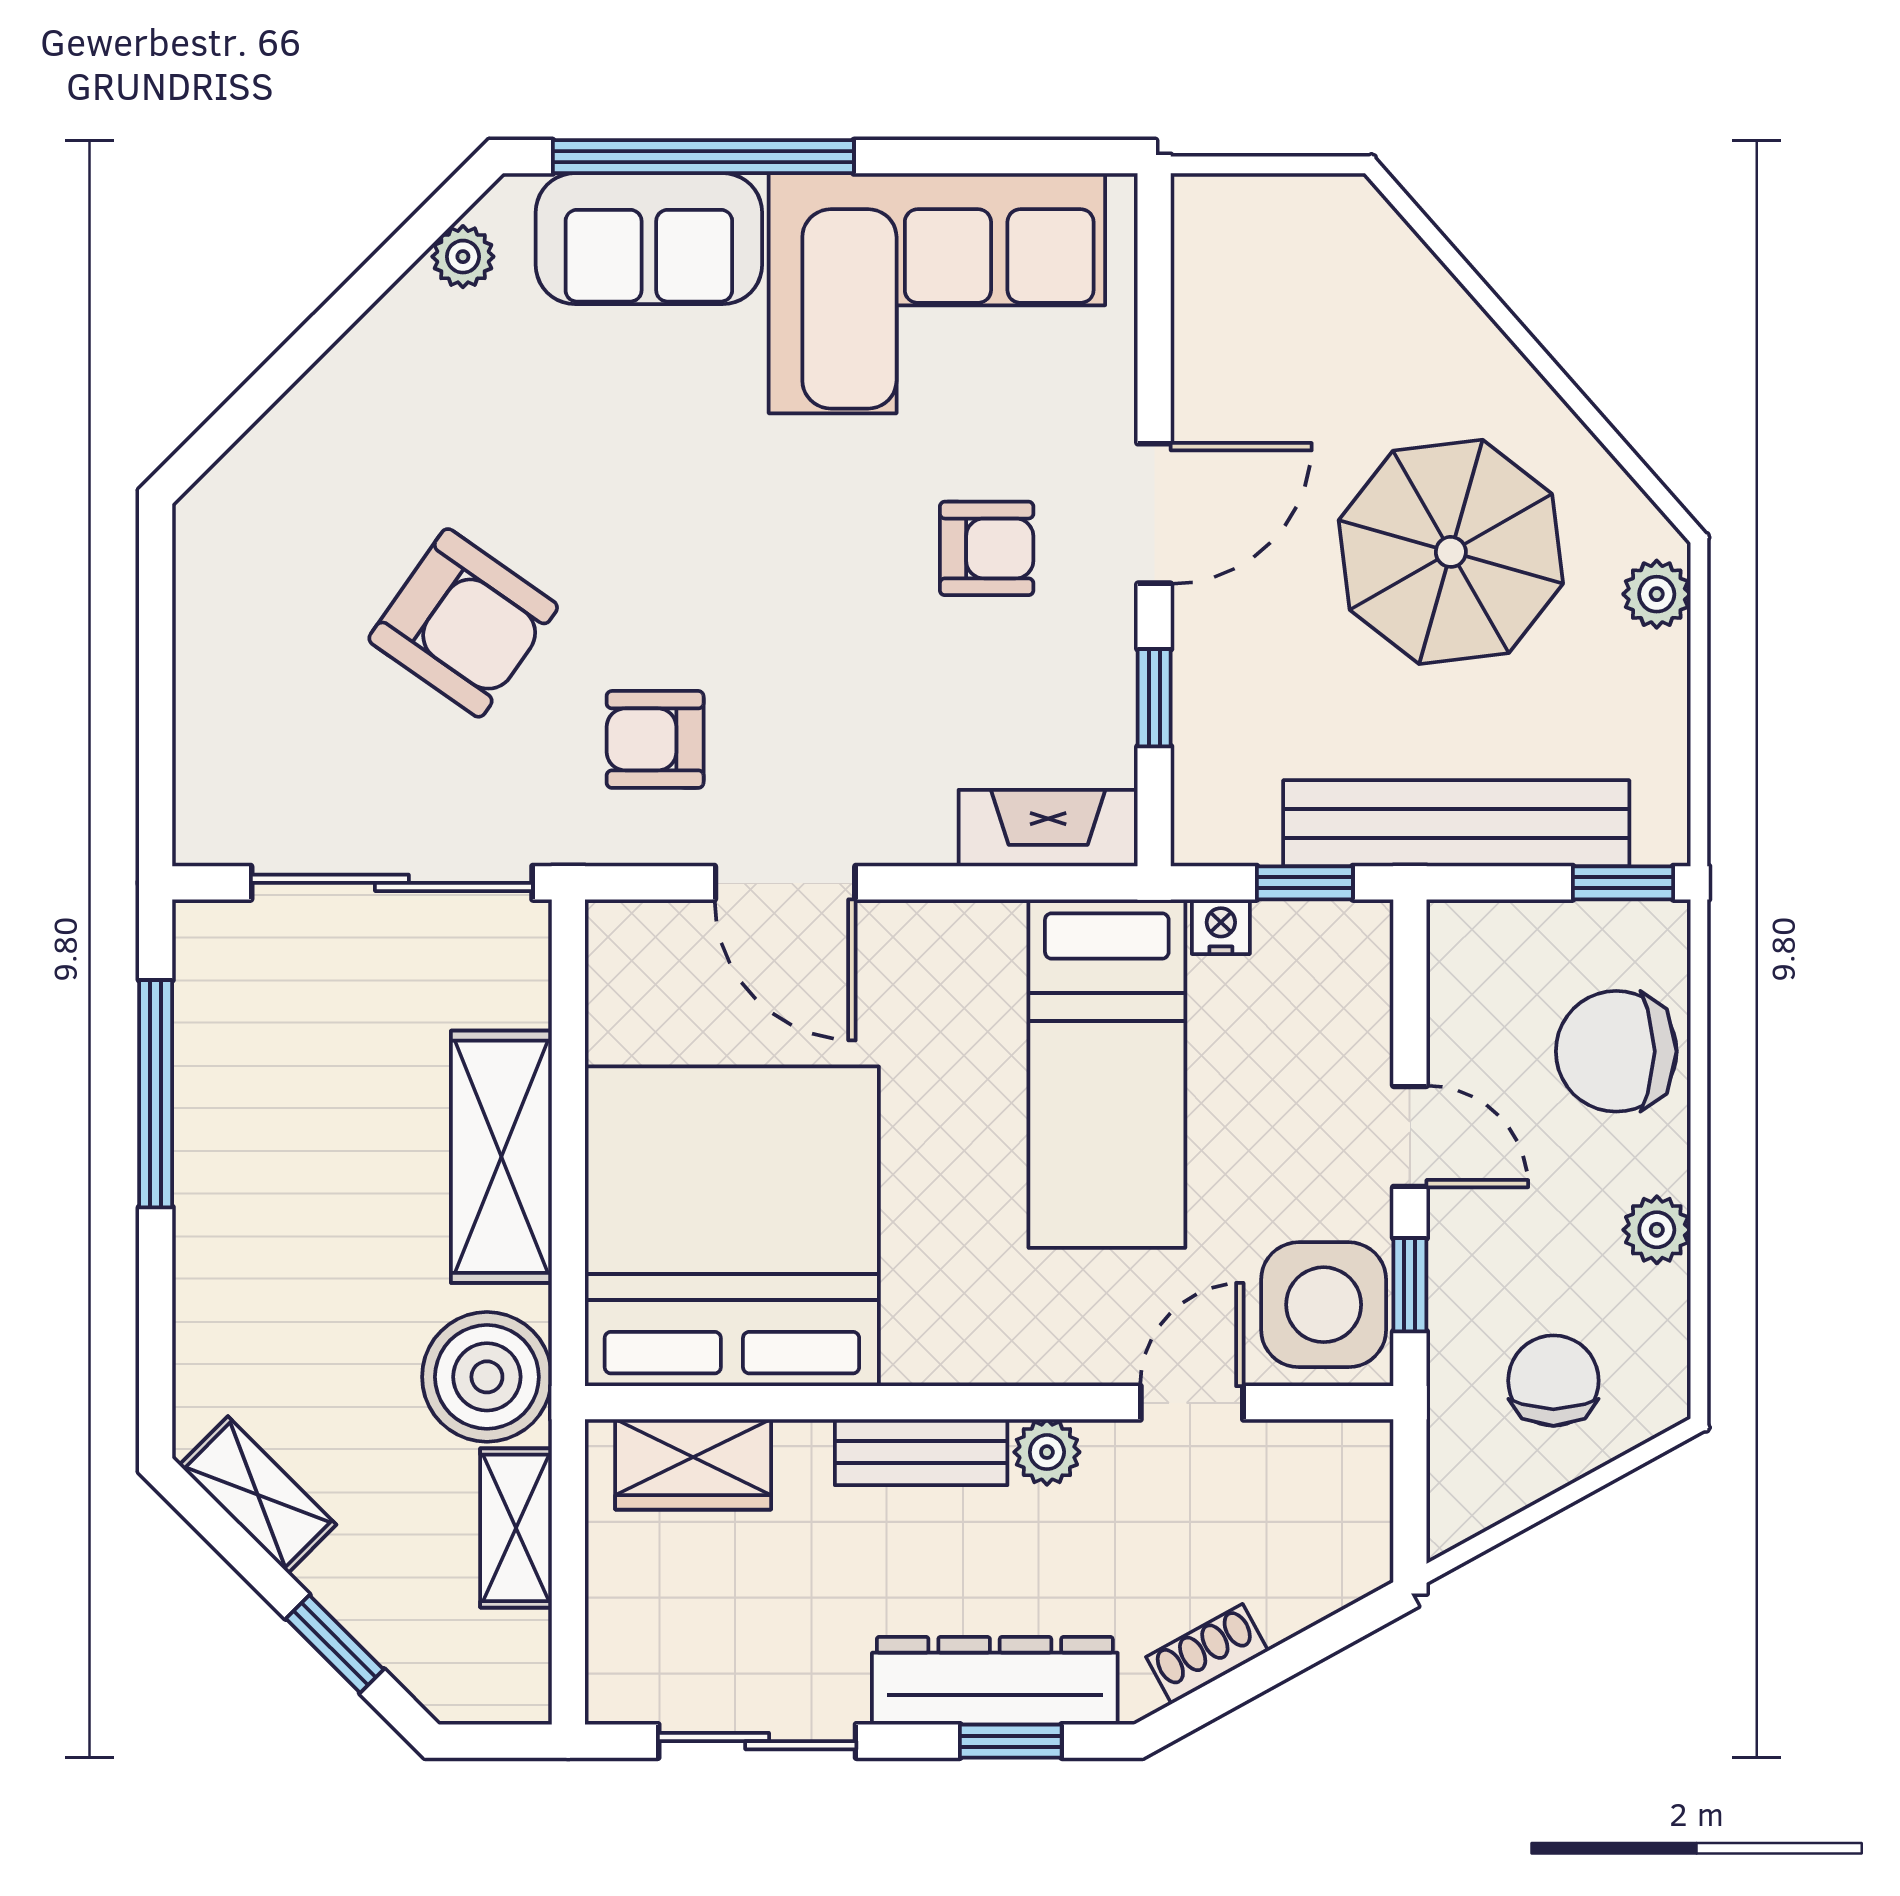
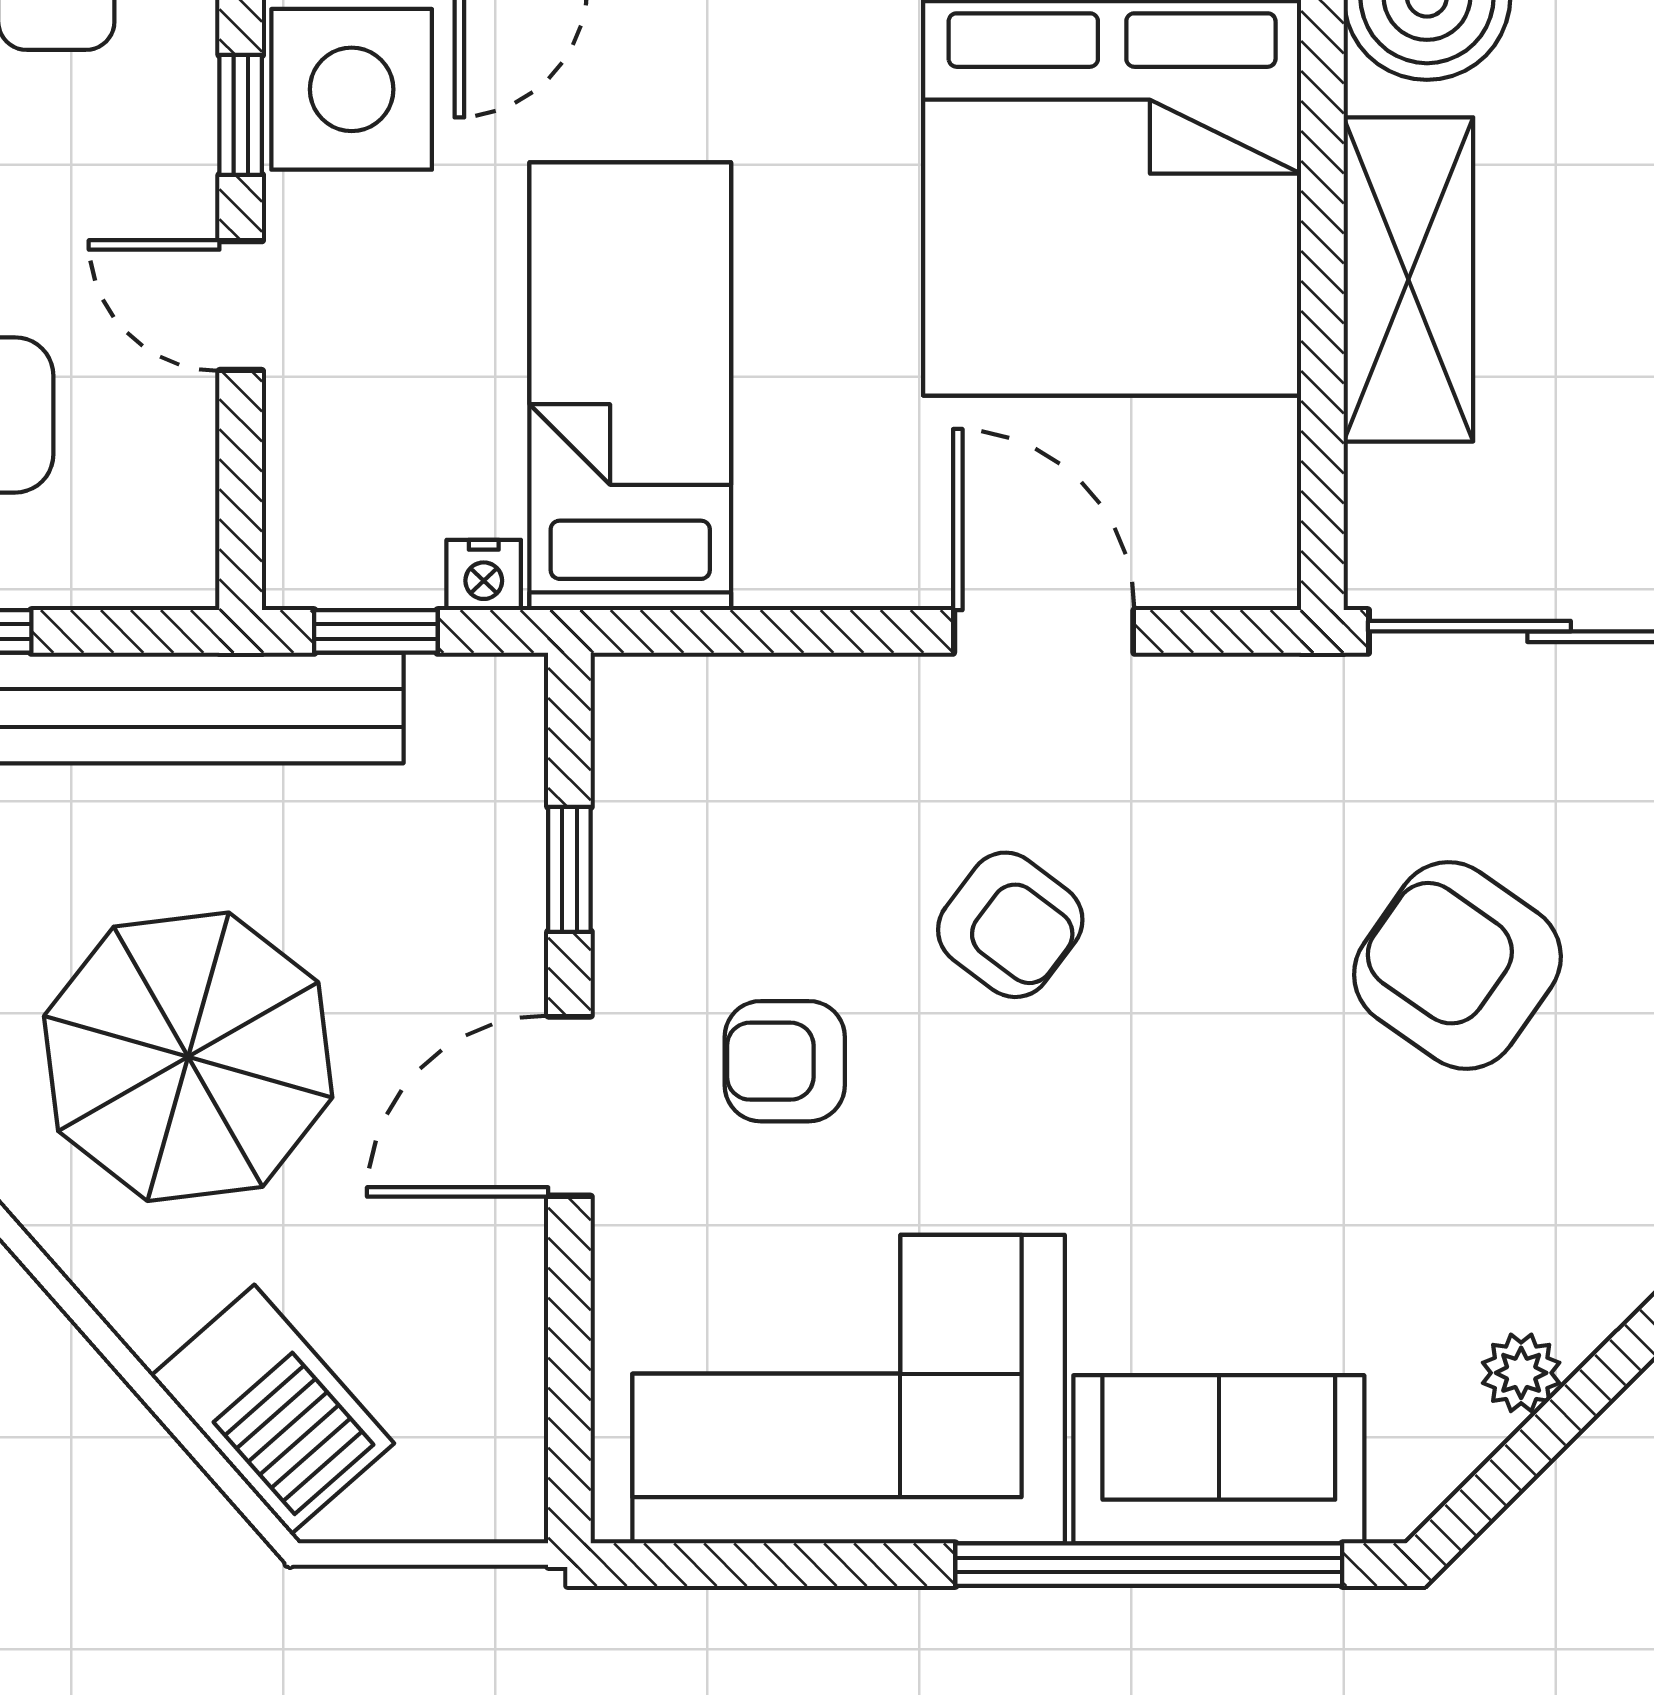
plant: (463, 257) -> (1521, 1373), moved
barbecue: (1385, 277) -> (272, 1410), added
armchair: (655, 739) -> (1010, 925), moved, turned 37
fireplace: (1048, 828) -> (706, 702), removed

